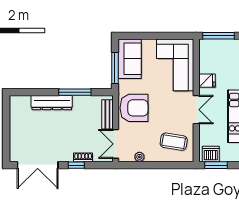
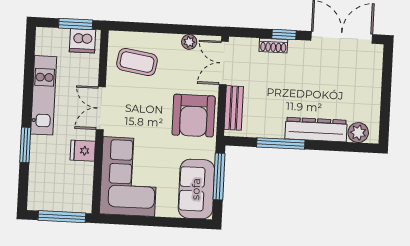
plant: (23, 102) -> (358, 133), added
armchair: (134, 108) -> (194, 116), turned -90
double door: (116, 144) -> (224, 63), swing flipped

